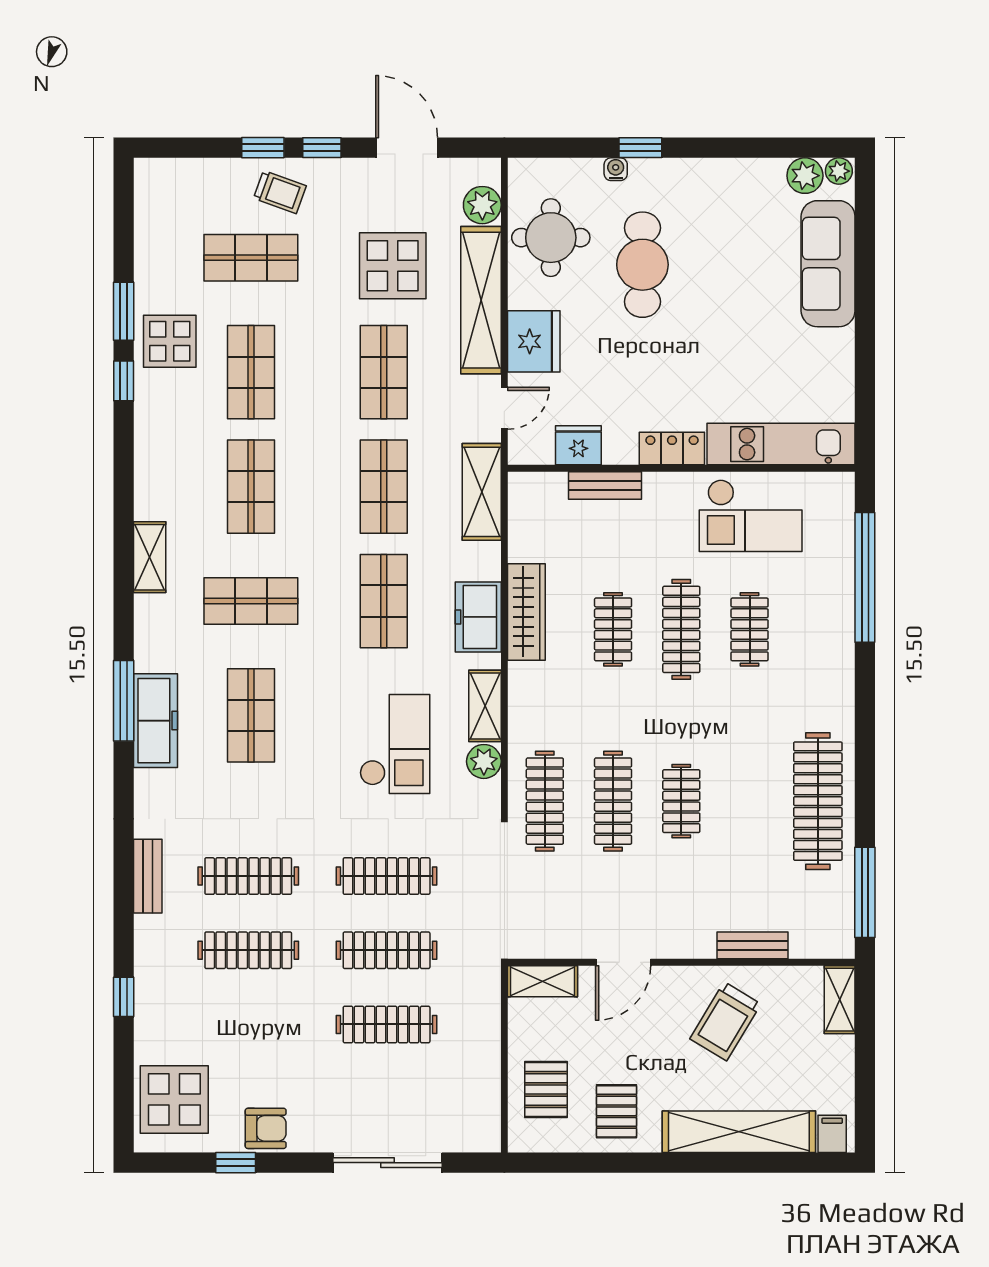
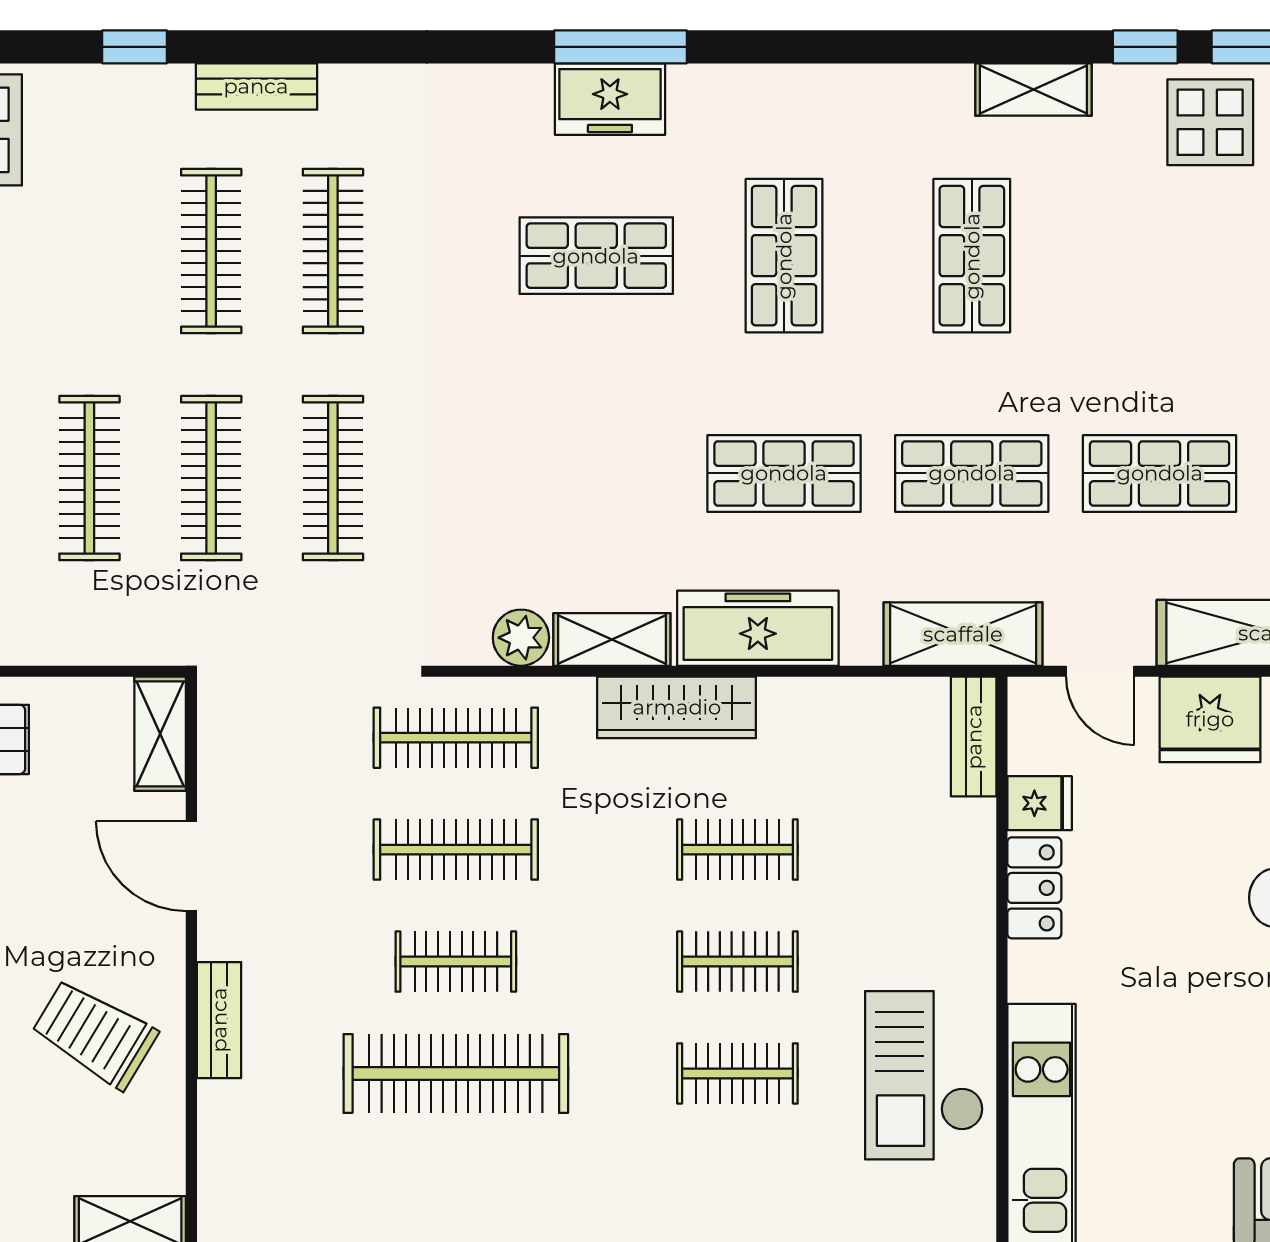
shop shelf: (251, 372) -> (1160, 256), removed
fridge: (578, 445) -> (1040, 803), width x0.72
locker: (672, 448) -> (1034, 888), moved
bench: (605, 485) -> (974, 737), moved
shop shelf: (251, 487) -> (972, 256), turned 90
shelving: (150, 557) -> (1033, 90), moved
wardrobe: (526, 612) -> (677, 707), moved
freezer: (478, 617) -> (758, 628), width x1.40
clothes rail: (681, 629) -> (737, 962), width x0.73
freezer: (156, 721) -> (610, 99), width x0.71
checkout: (395, 744) -> (550, 492), removed
clothes rail: (818, 801) -> (456, 1073), moved
bench: (148, 876) -> (256, 86), moved
bench: (753, 945) -> (219, 1020), moved

